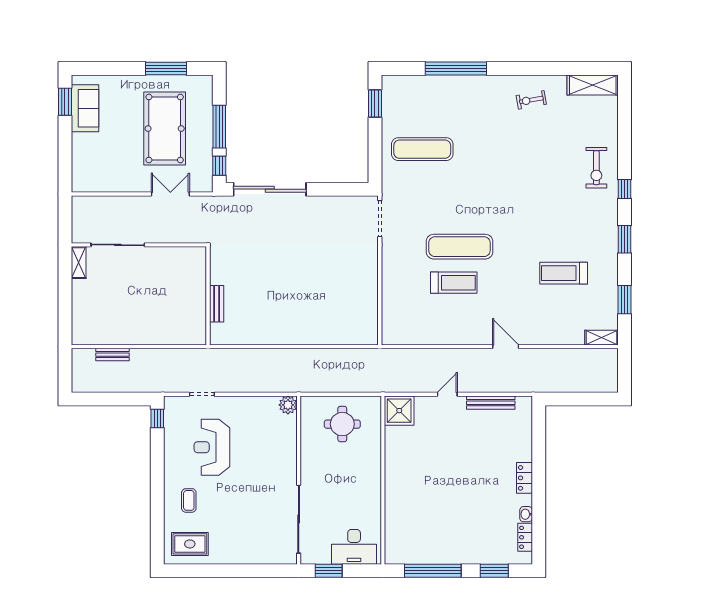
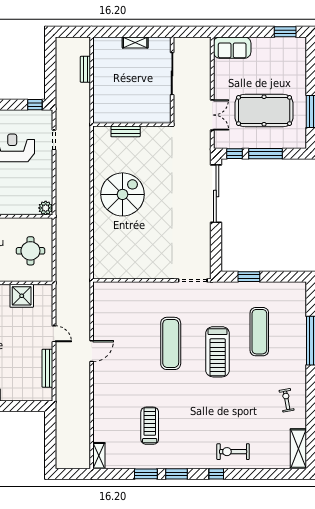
window: (375, 104) -> (249, 277), moved
sofa: (85, 108) -> (232, 48), moved
exercise mat: (422, 149) -> (259, 332), moved
shelving: (79, 263) -> (135, 42), moved
treadmill: (454, 283) -> (218, 352), moved, width x1.37, depth x1.38
wall: (208, 296) -> (132, 125), moved
window: (625, 300) -> (146, 474), moved
bench: (217, 304) -> (126, 131), moved
spiral stairs: (271, 308) -> (123, 194), added
door: (506, 347) -> (92, 351), moved
shower: (399, 411) -> (22, 296), moved

